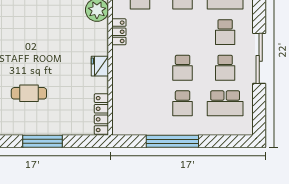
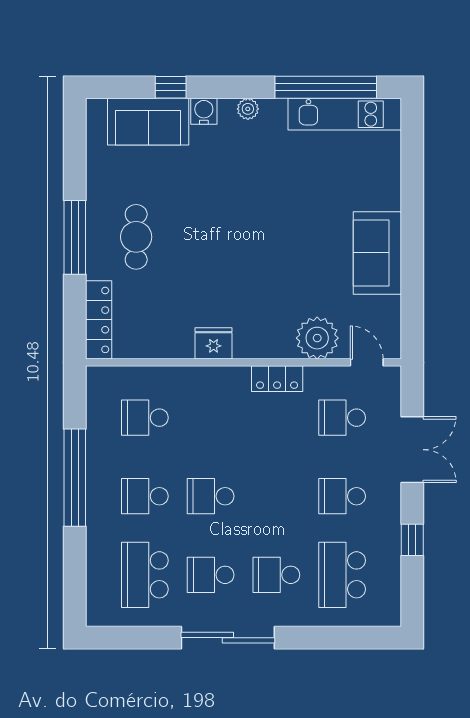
cafe table: (29, 93) -> (136, 237), moved
school desk: (140, 103) -> (145, 418), added
locker: (101, 114) -> (99, 320), moved, turned 90

